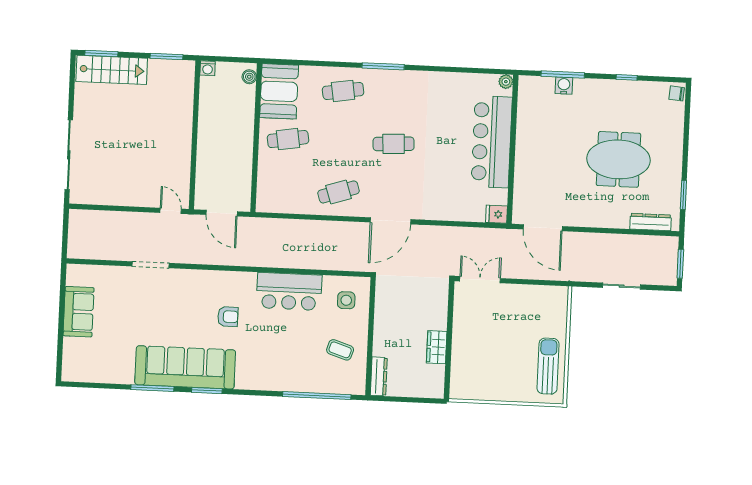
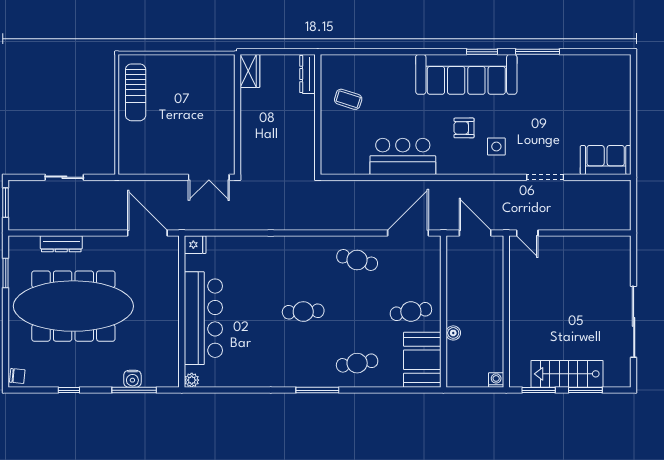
window: (101, 54) -> (585, 390), moved
stairs: (112, 70) -> (567, 374), moved
boiler: (249, 77) -> (453, 333), moved
sliding door: (69, 155) -> (634, 322), moved
meeting table: (618, 159) -> (73, 306), width x1.86, depth x1.27
cafe table: (338, 192) -> (357, 260), turned 33
door: (391, 221) -> (408, 233), moved
dresser: (651, 222) -> (61, 244), moved
side table: (346, 300) -> (496, 147), moved
sofa: (79, 312) -> (606, 160), moved, turned 90
wardrobe: (437, 347) -> (250, 71), moved
sofa: (185, 367) -> (466, 74), moved
window: (317, 396) -> (370, 52), removed

